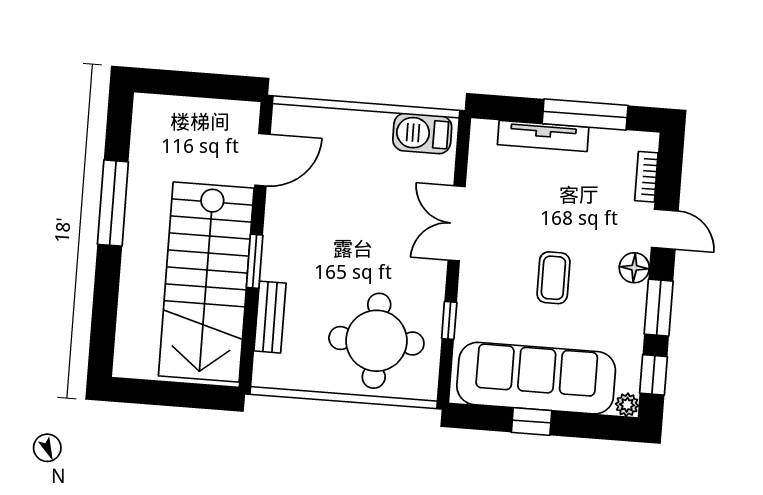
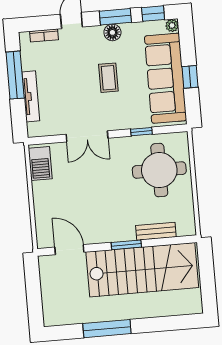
floor lamp: (634, 268) -> (112, 32), moved
coffee table: (553, 278) -> (108, 78), turned 90

